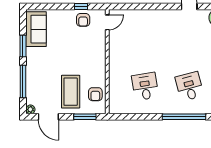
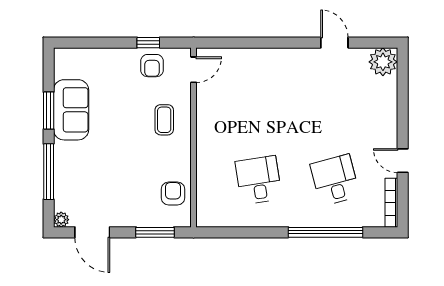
sofa: (36, 29) -> (71, 110), moved
coffee table: (71, 92) -> (164, 120), moved, width x0.54, depth x0.58
armchair: (95, 94) -> (173, 193), turned 180

